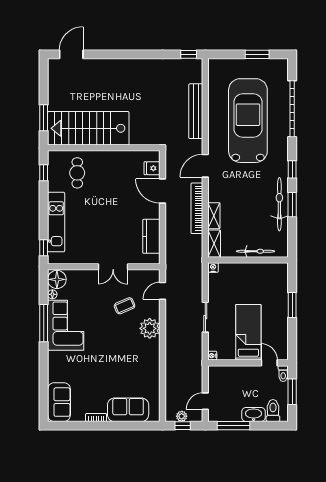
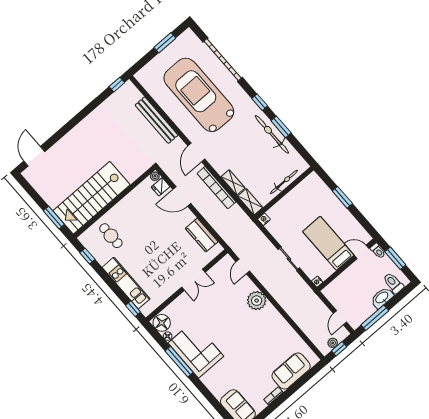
plant: (155, 156) -> (155, 176), added
coffee table: (125, 306) -> (225, 300), removed

